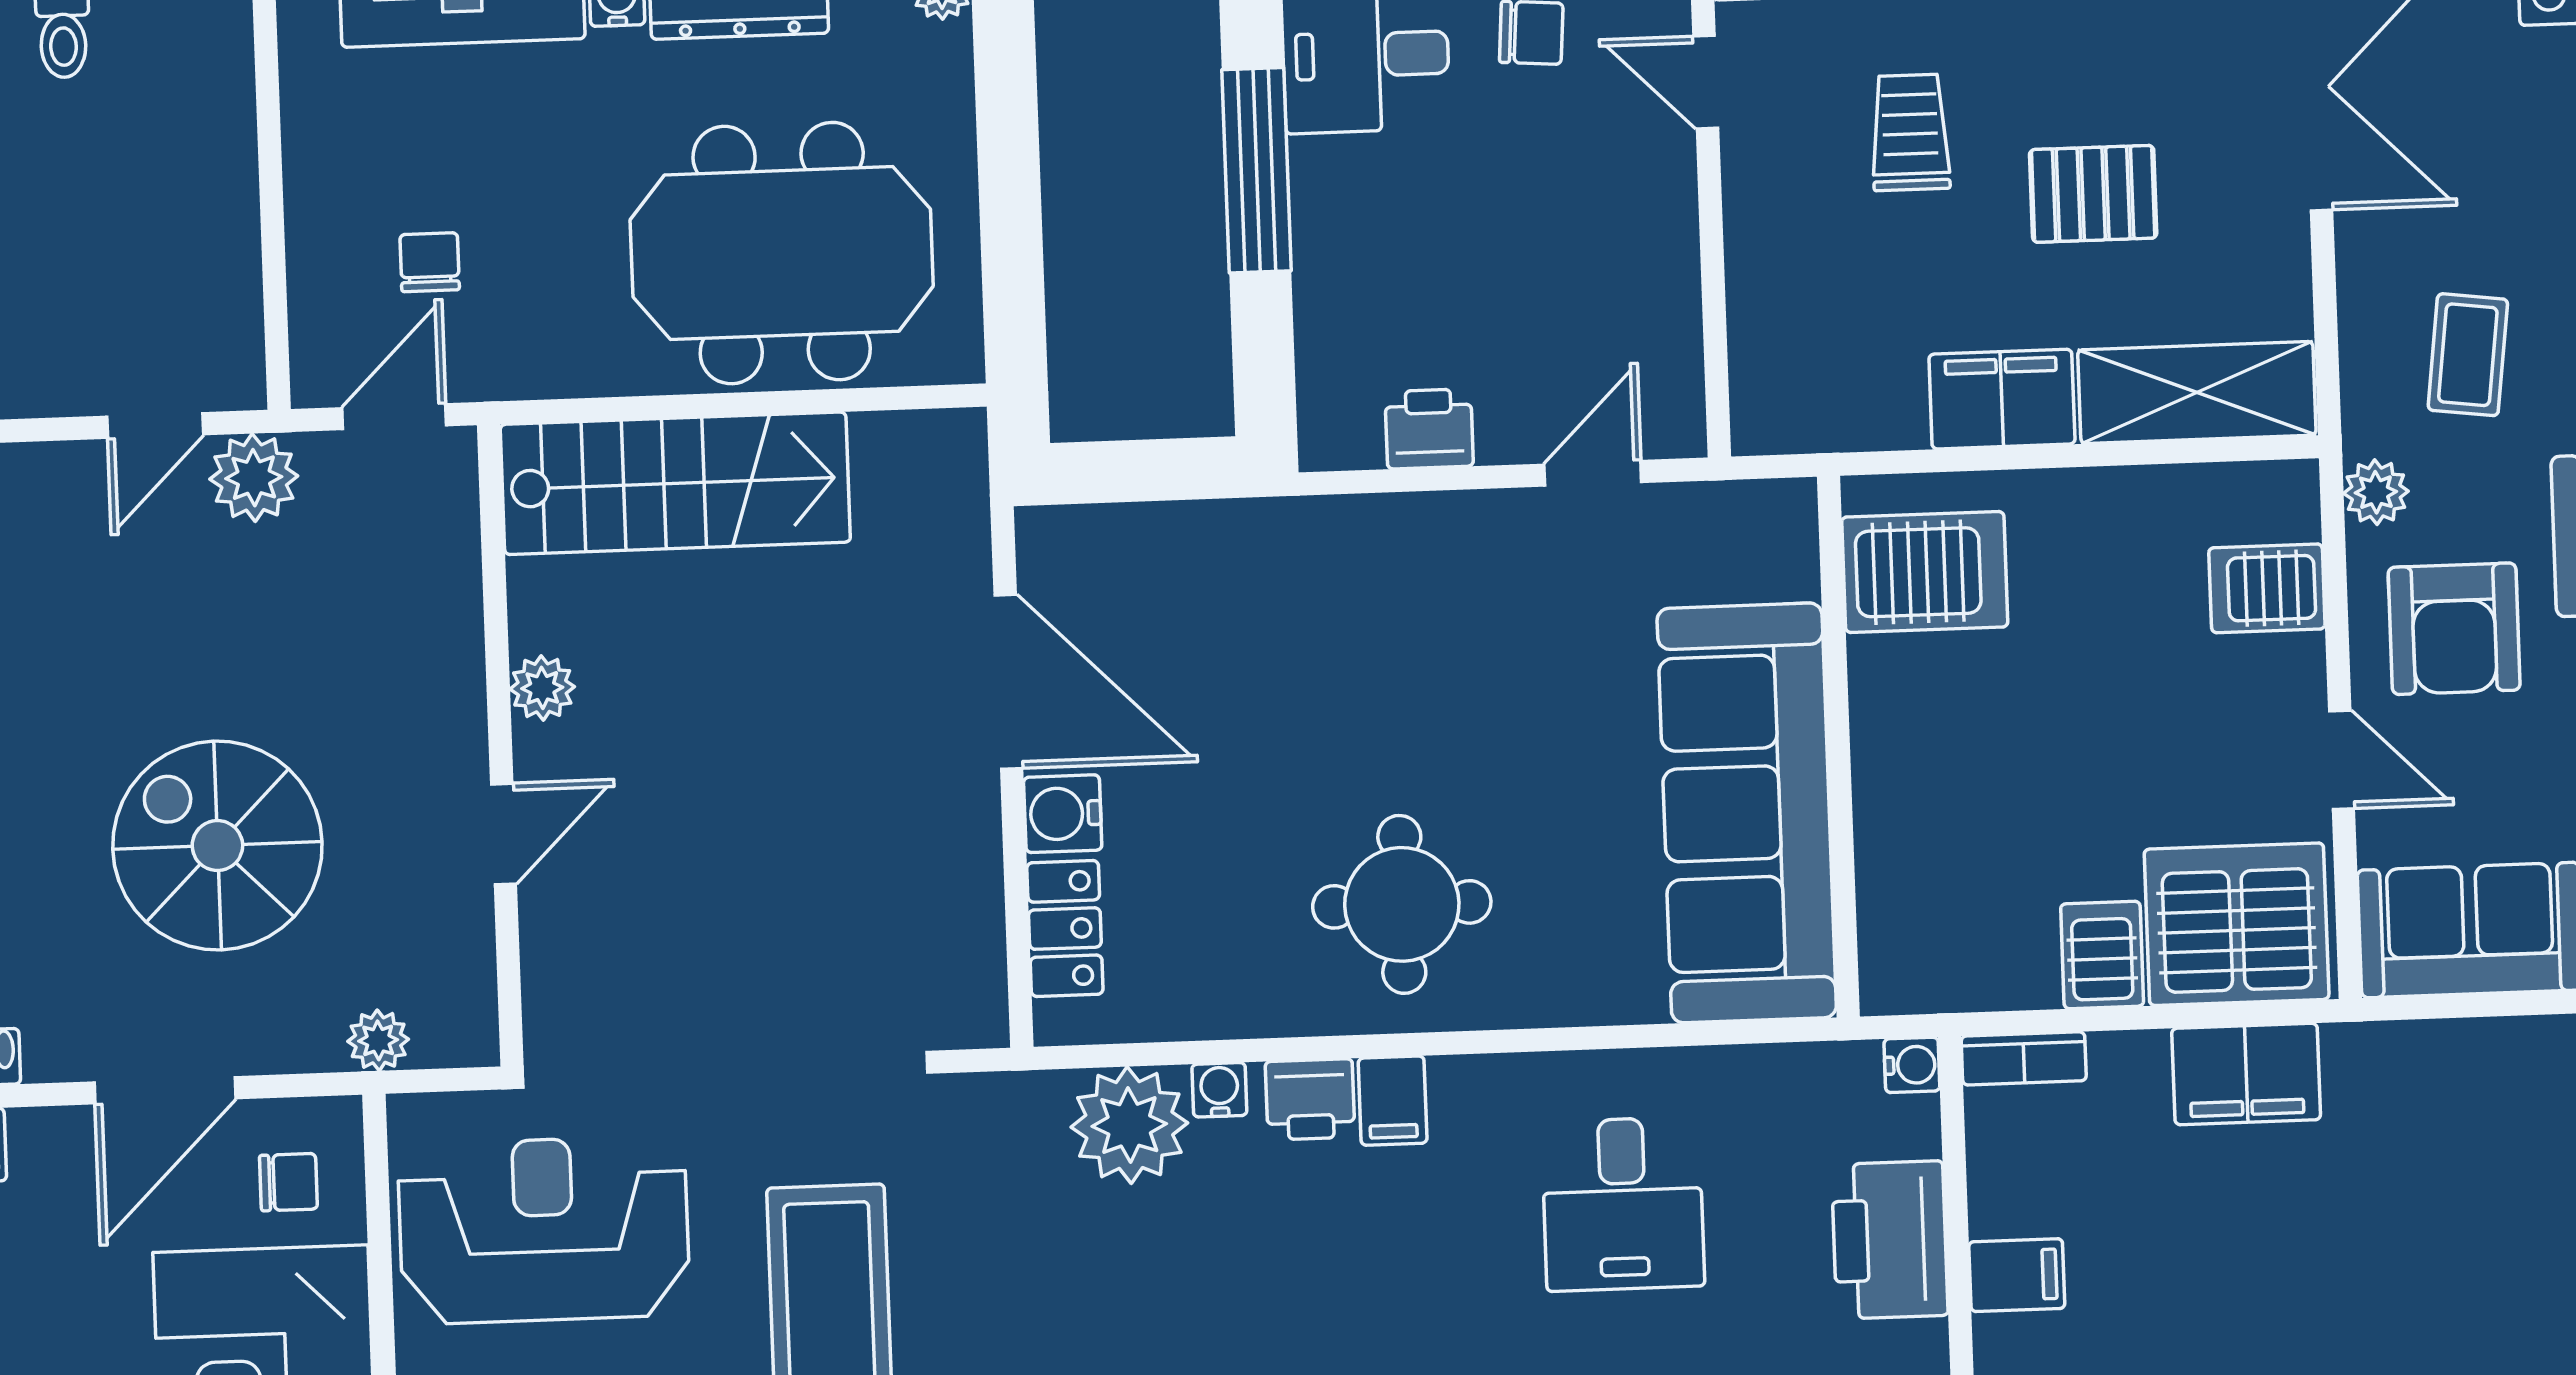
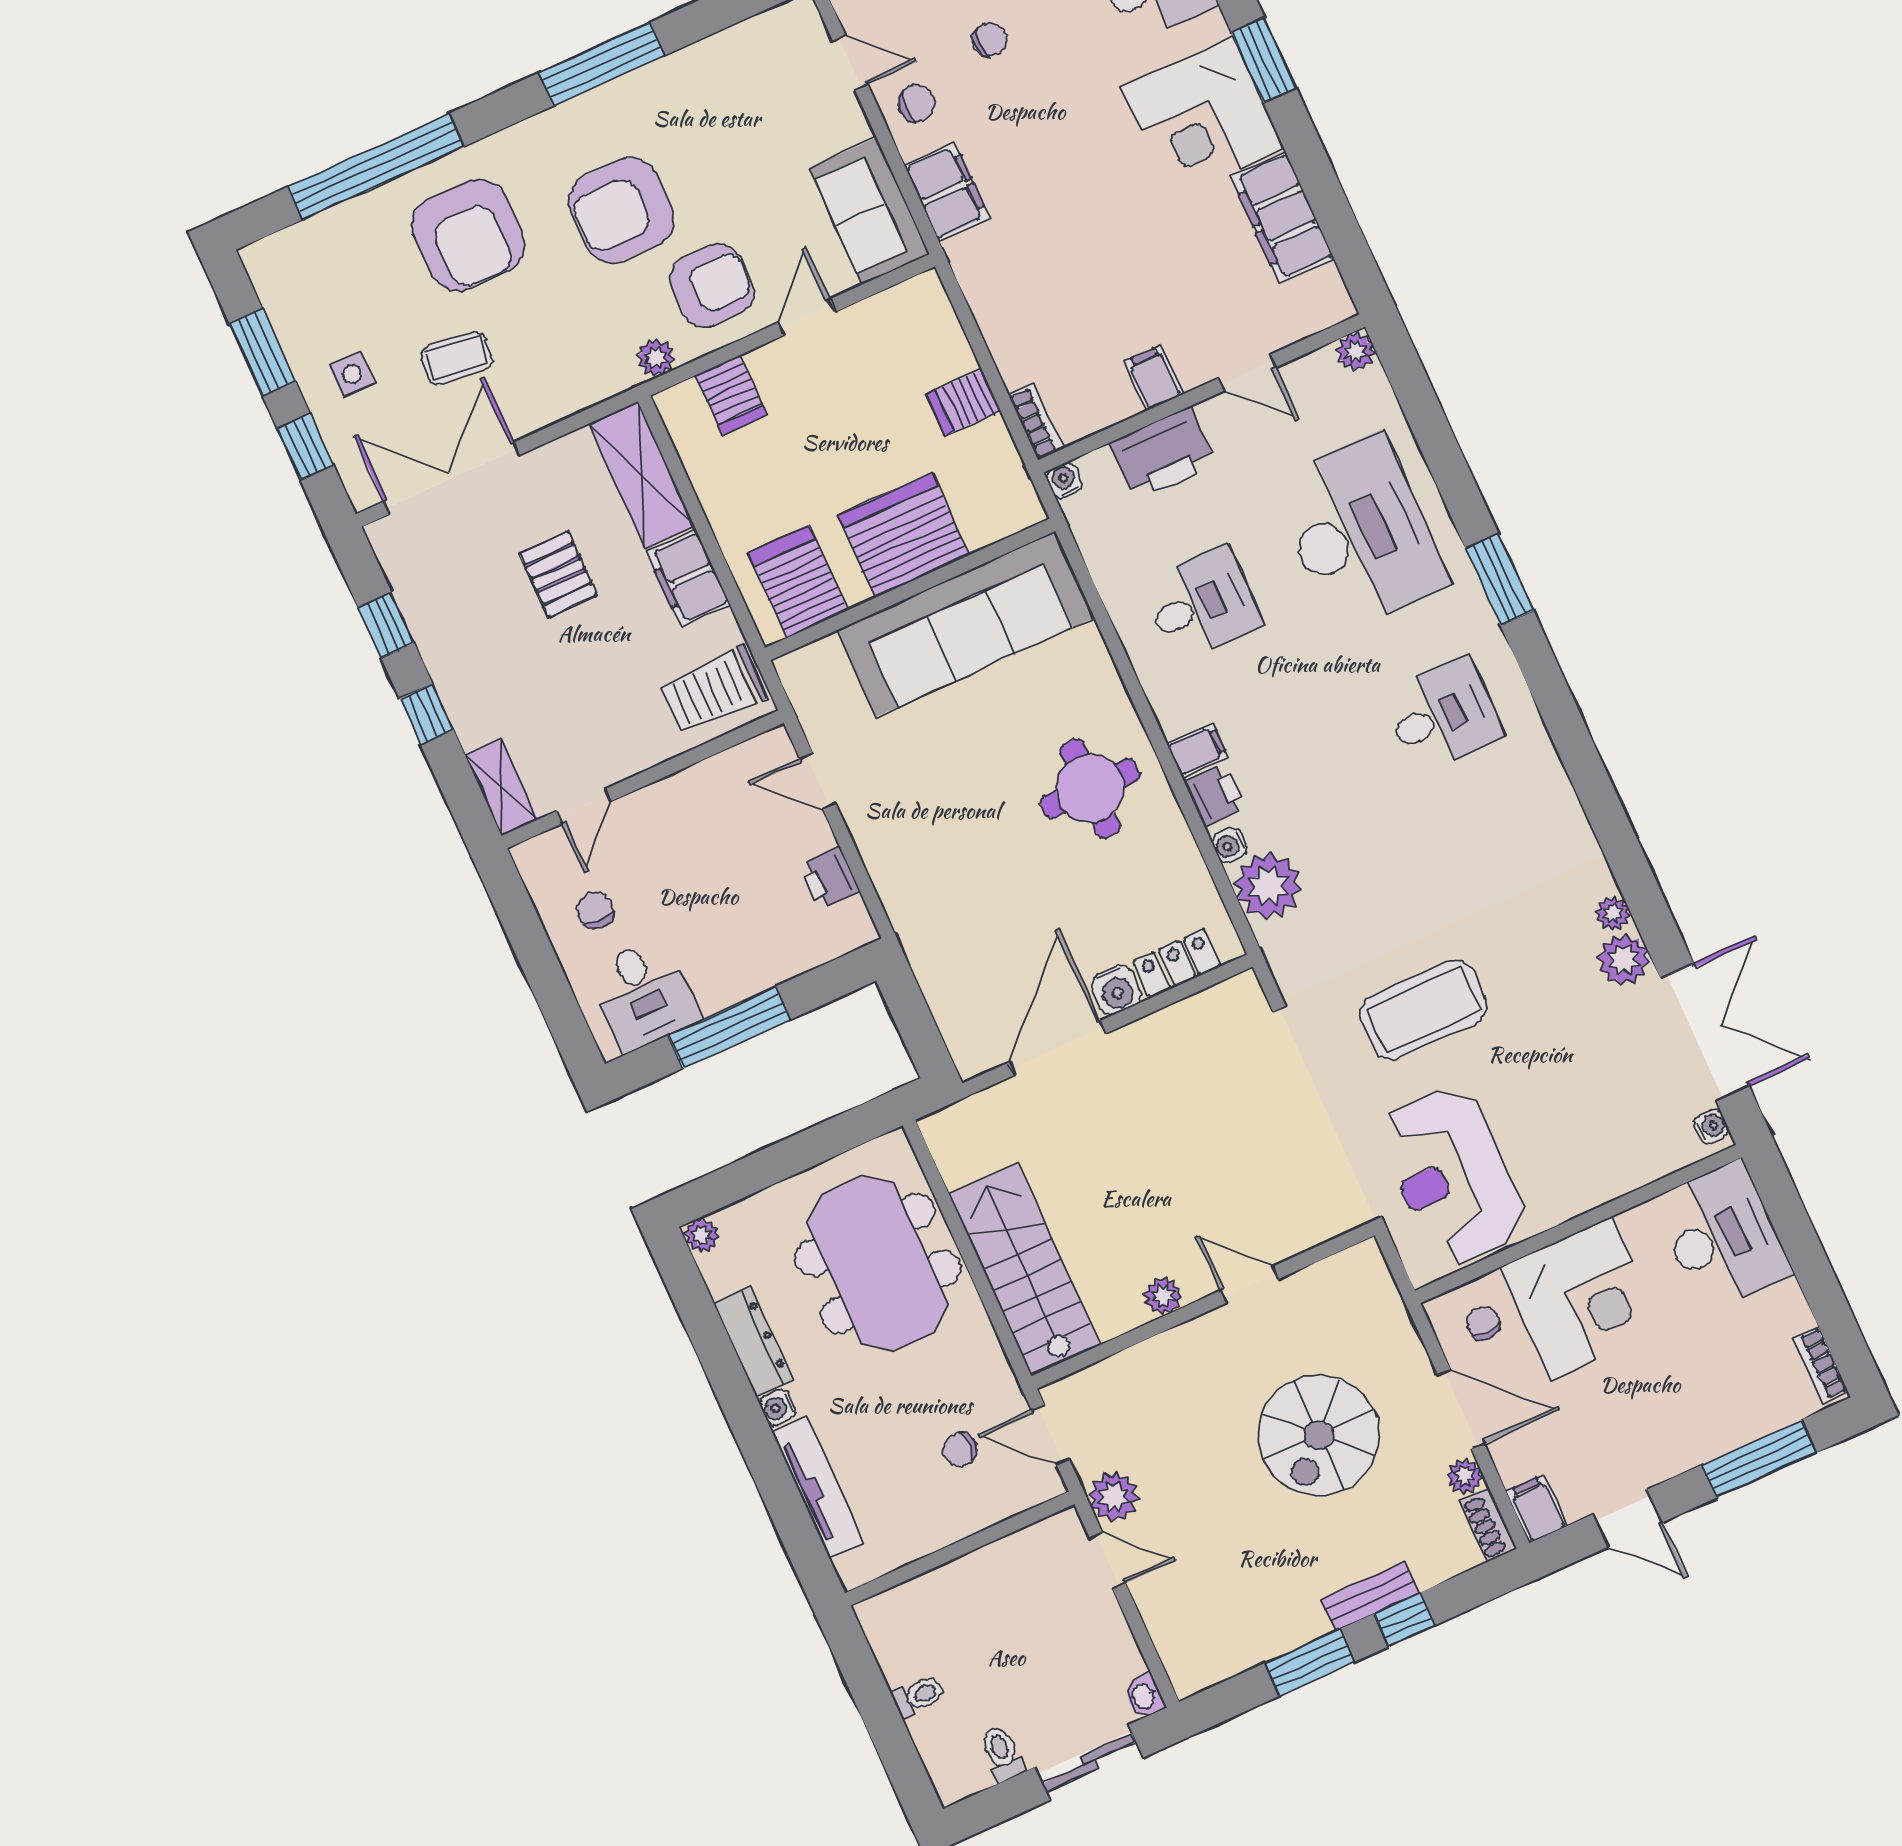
trolley: (1910, 132) -> (714, 690), moved, width x1.36, depth x1.39
coffee table: (2468, 355) -> (457, 358), moved
server rack: (2237, 924) -> (904, 535), moved, turned 90
plant: (378, 1040) -> (1465, 1476), moved
filing cabinet: (2246, 1074) -> (947, 192), moved

